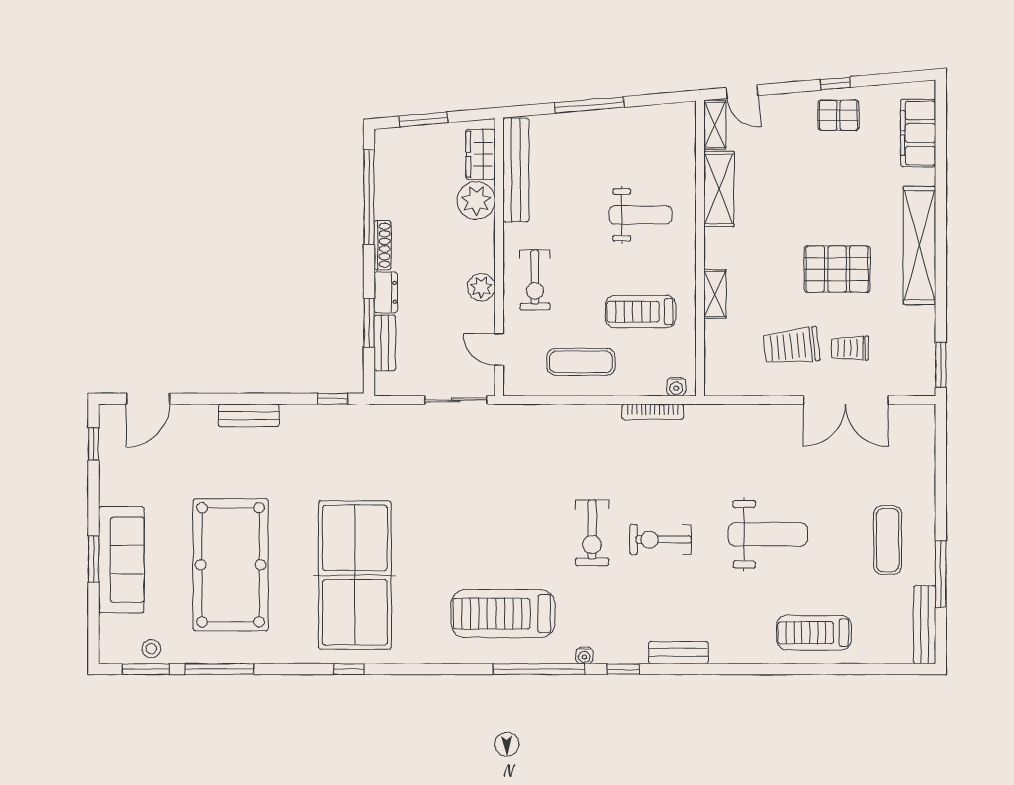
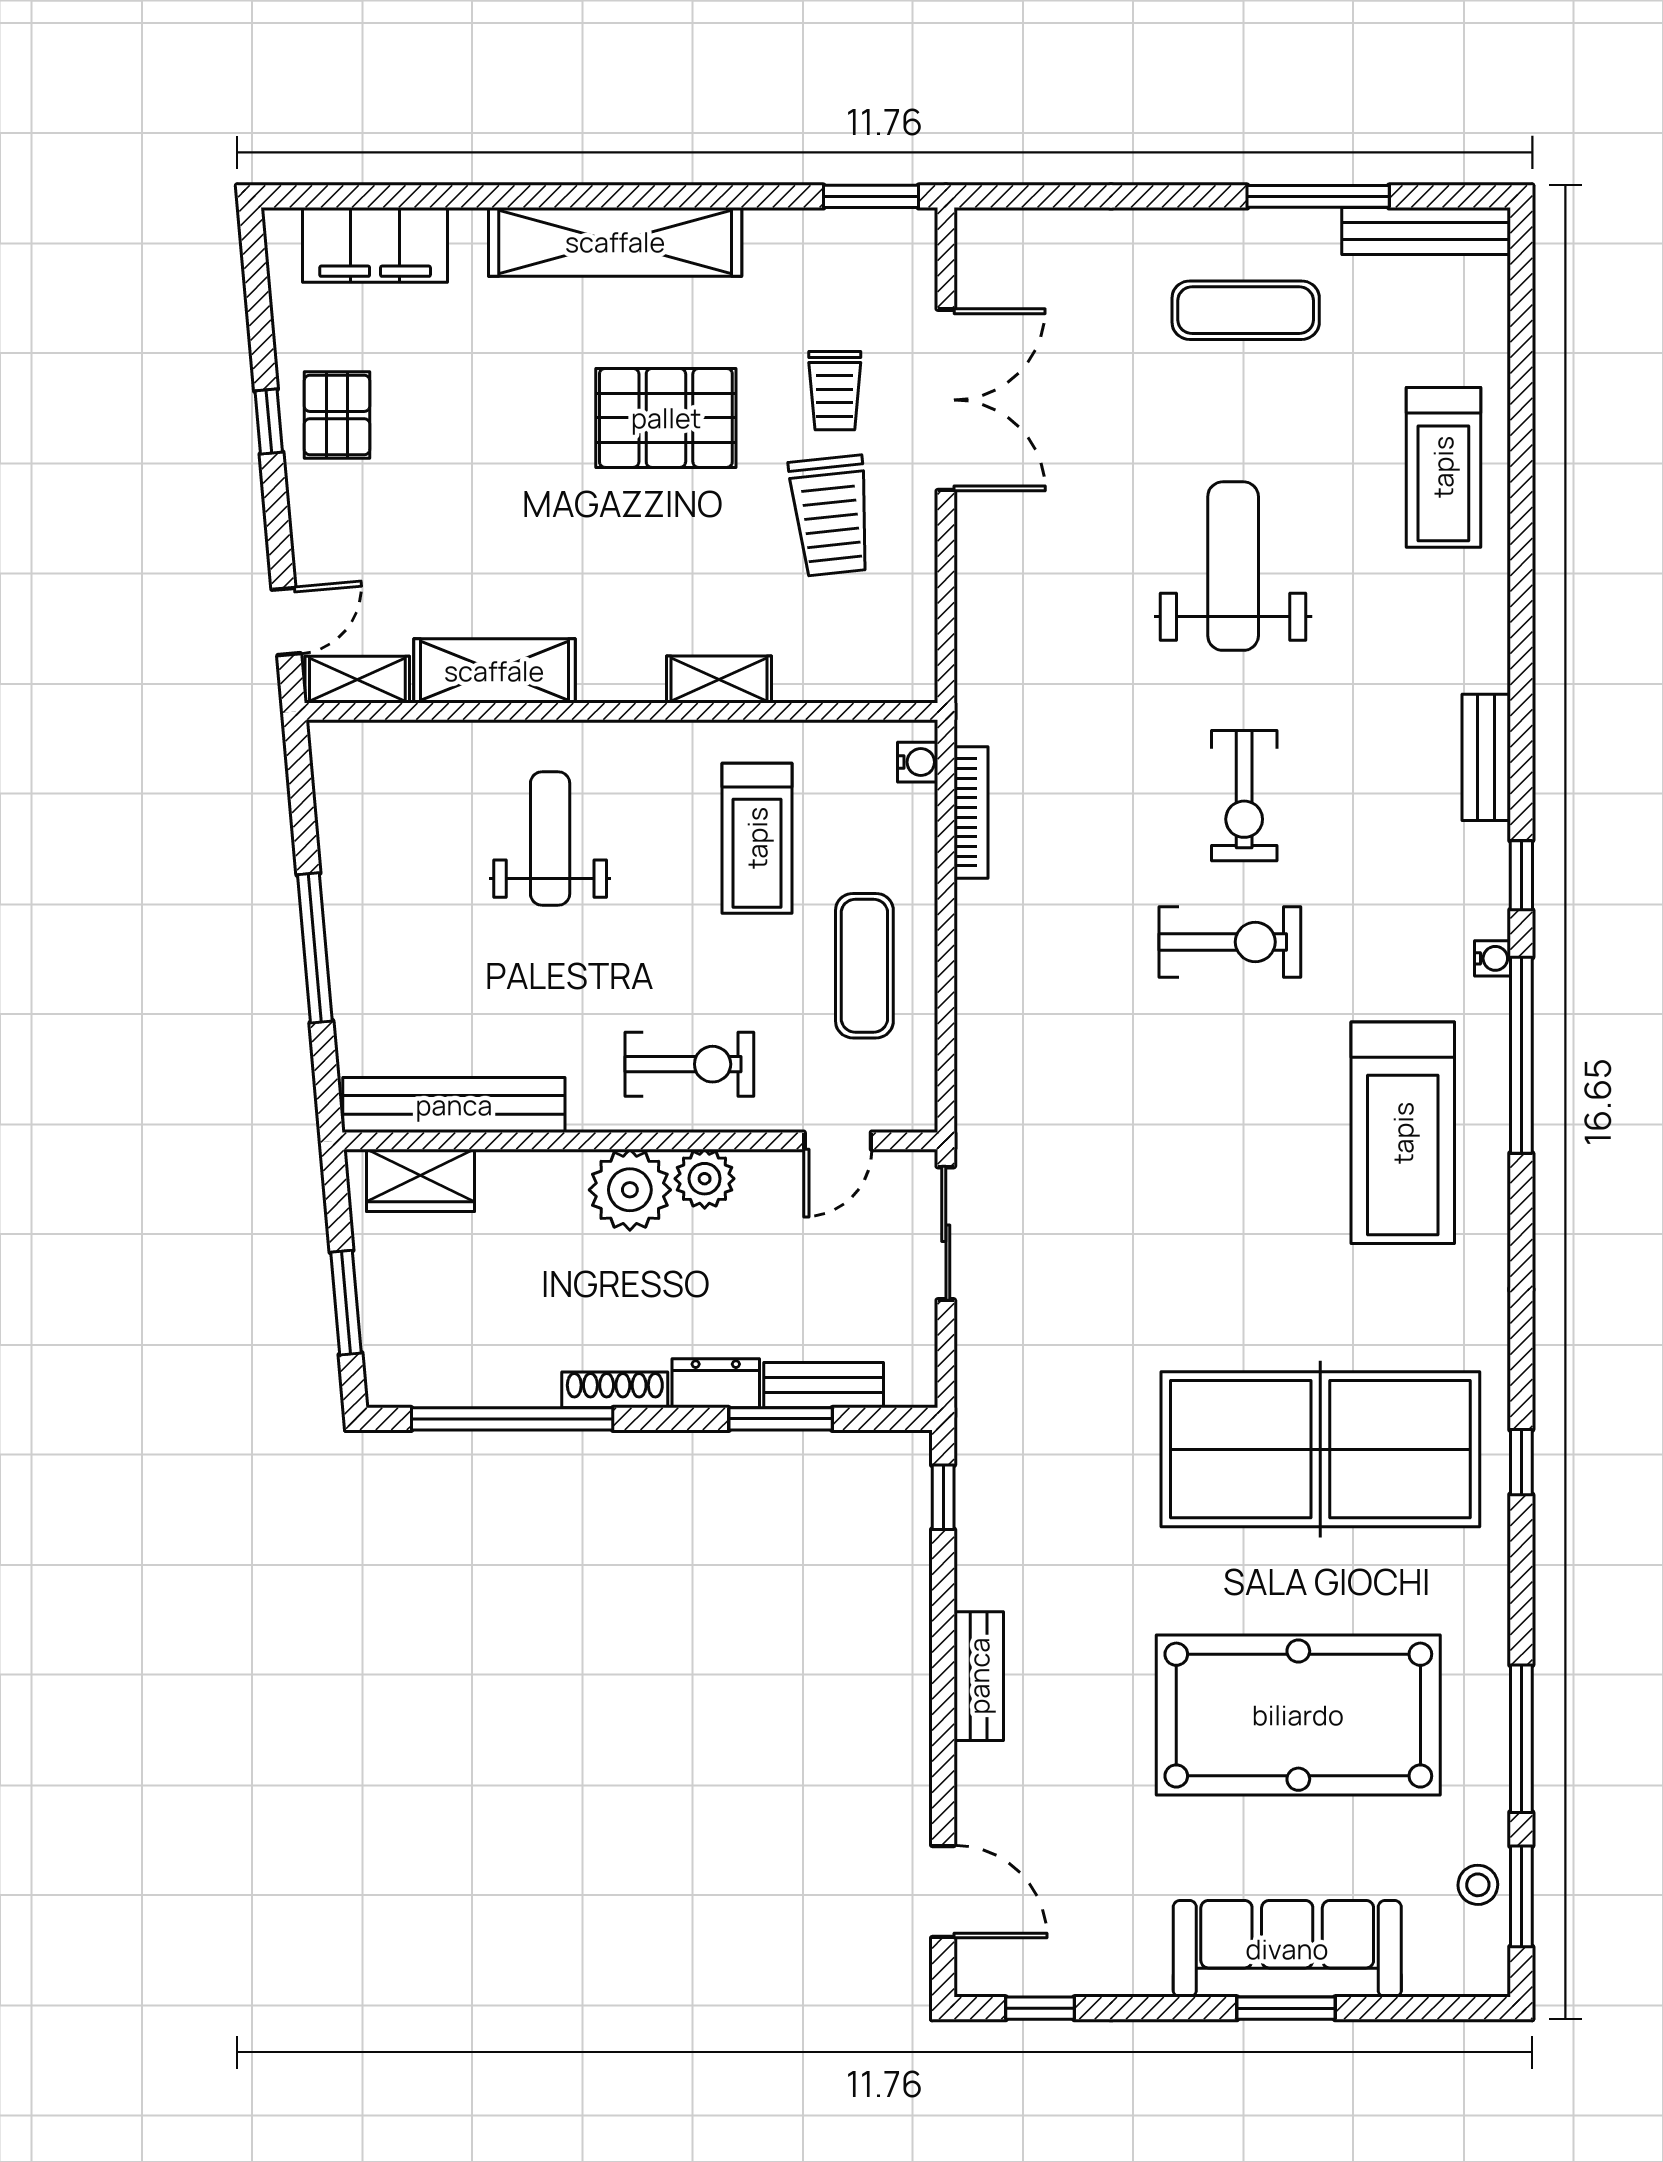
plant: (476, 201) -> (630, 1190), moved
pallet: (837, 269) -> (666, 418), turned 90

